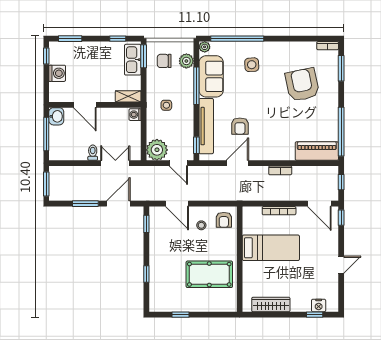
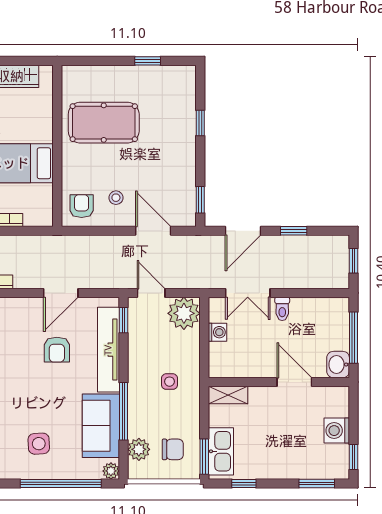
washing machine: (135, 115) -> (218, 332), moved
armchair: (240, 126) -> (57, 350), turned 180
window: (46, 184) -> (353, 261), width x0.67
window: (85, 204) -> (294, 231), width x0.67

